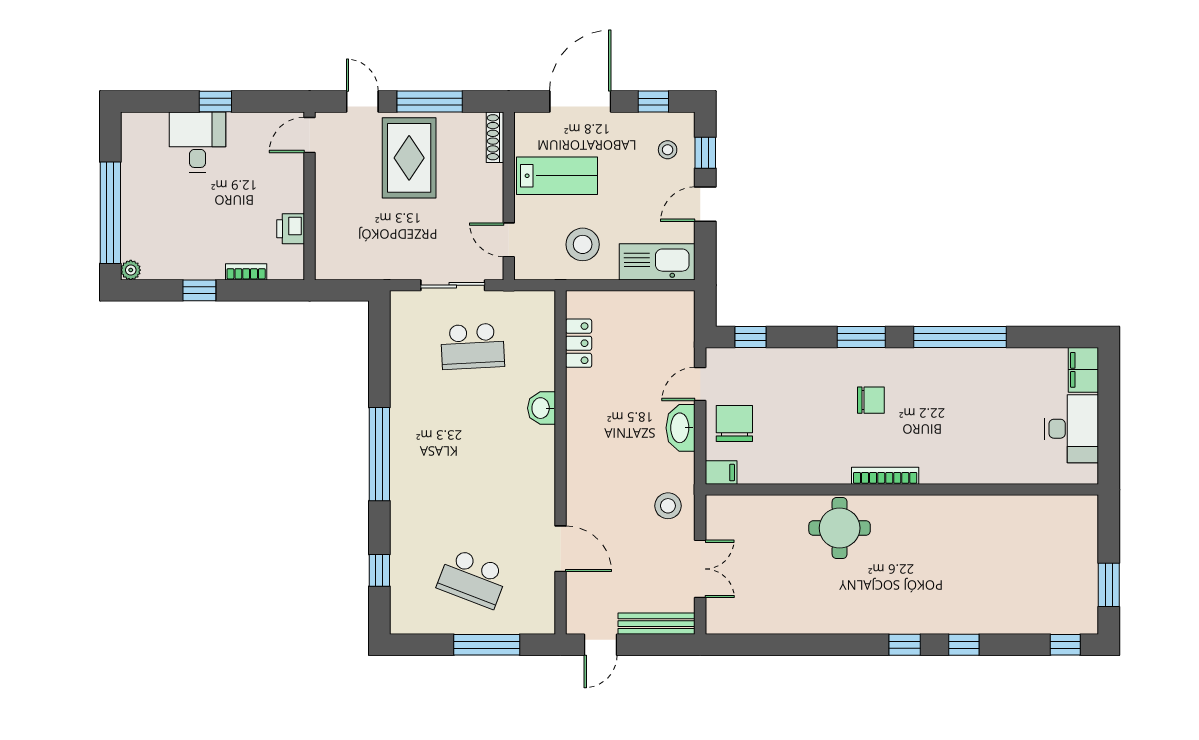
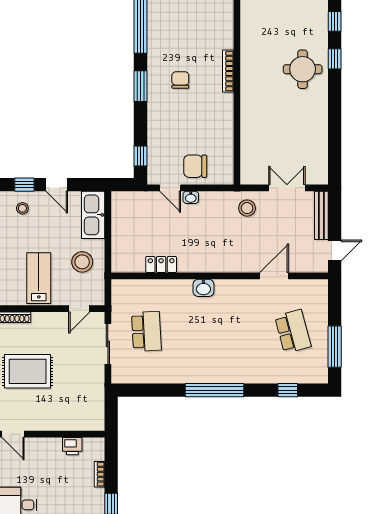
locker: (579, 343) -> (161, 264), moved
washbasin: (541, 408) -> (203, 288), moved
washbasin: (681, 428) -> (191, 197), width x0.52, depth x0.69
filing cabinet: (721, 473) -> (226, 175), removed
round table: (840, 528) -> (303, 69), moved
school desk: (472, 578) -> (293, 331), turned -36
window: (487, 645) -> (335, 347), moved
door: (601, 645) -> (335, 251), hinge flipped

